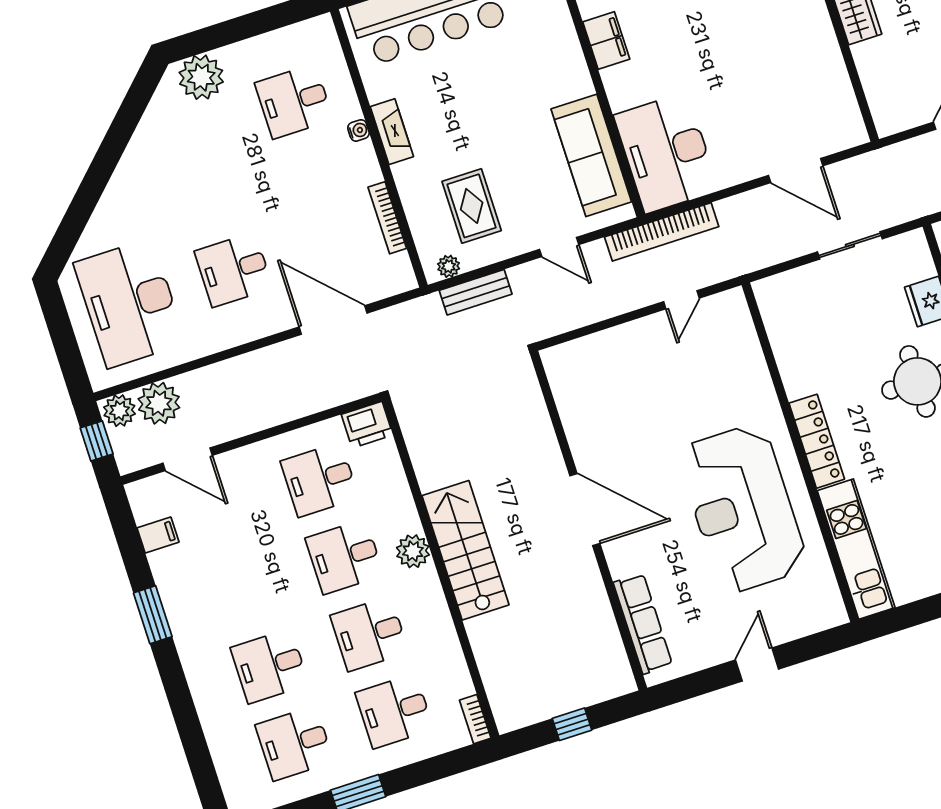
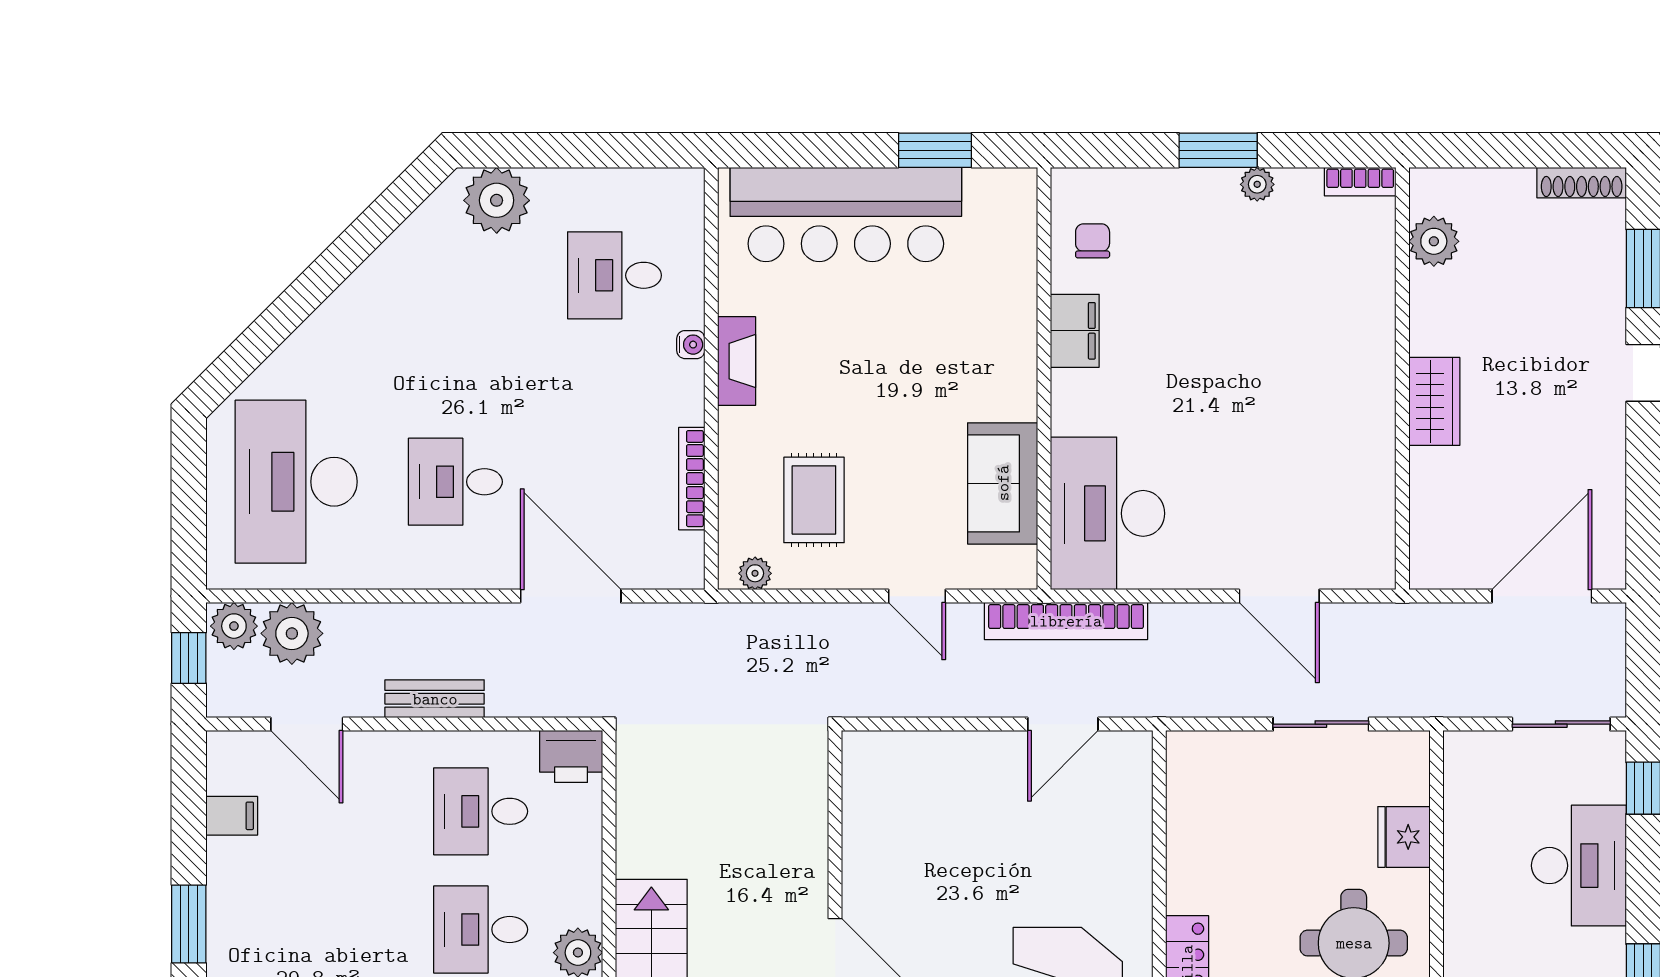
sofa: (591, 155) -> (1003, 483), width x0.73
bench: (476, 292) -> (435, 699), moved
door: (681, 300) -> (1063, 724), width x1.38

